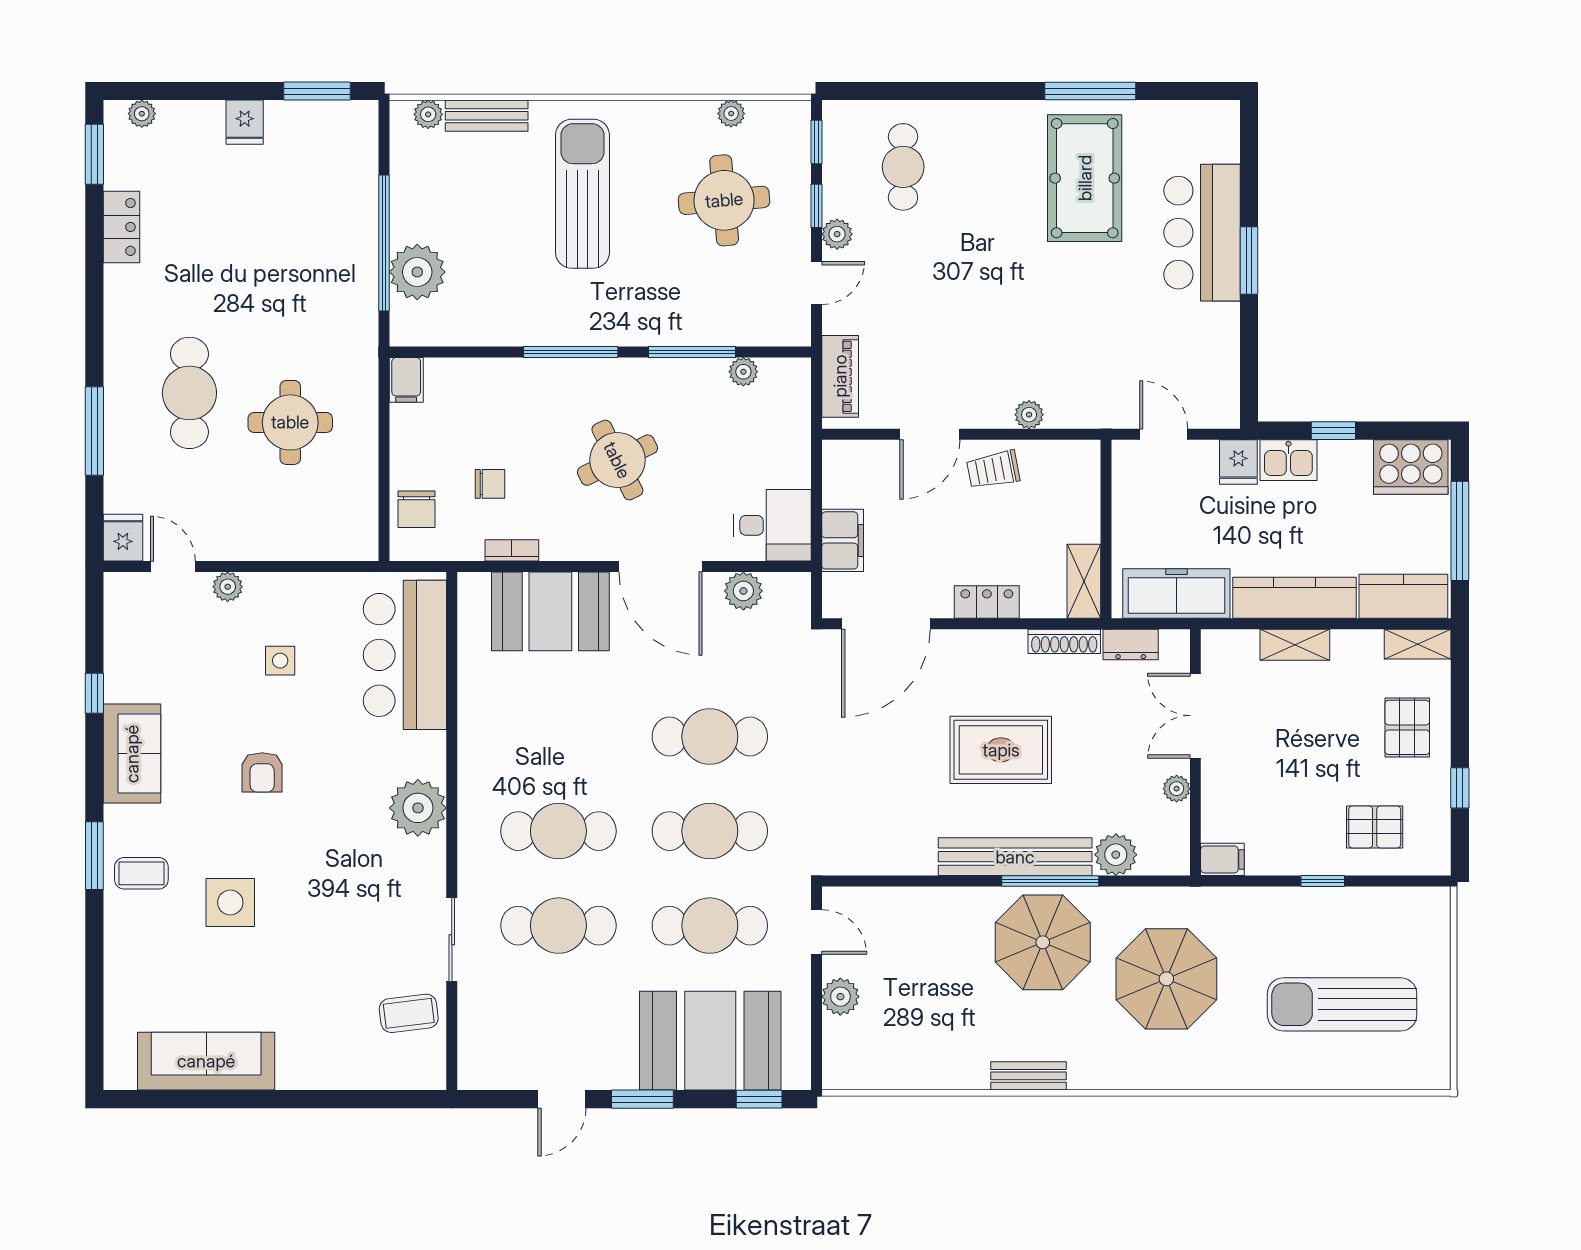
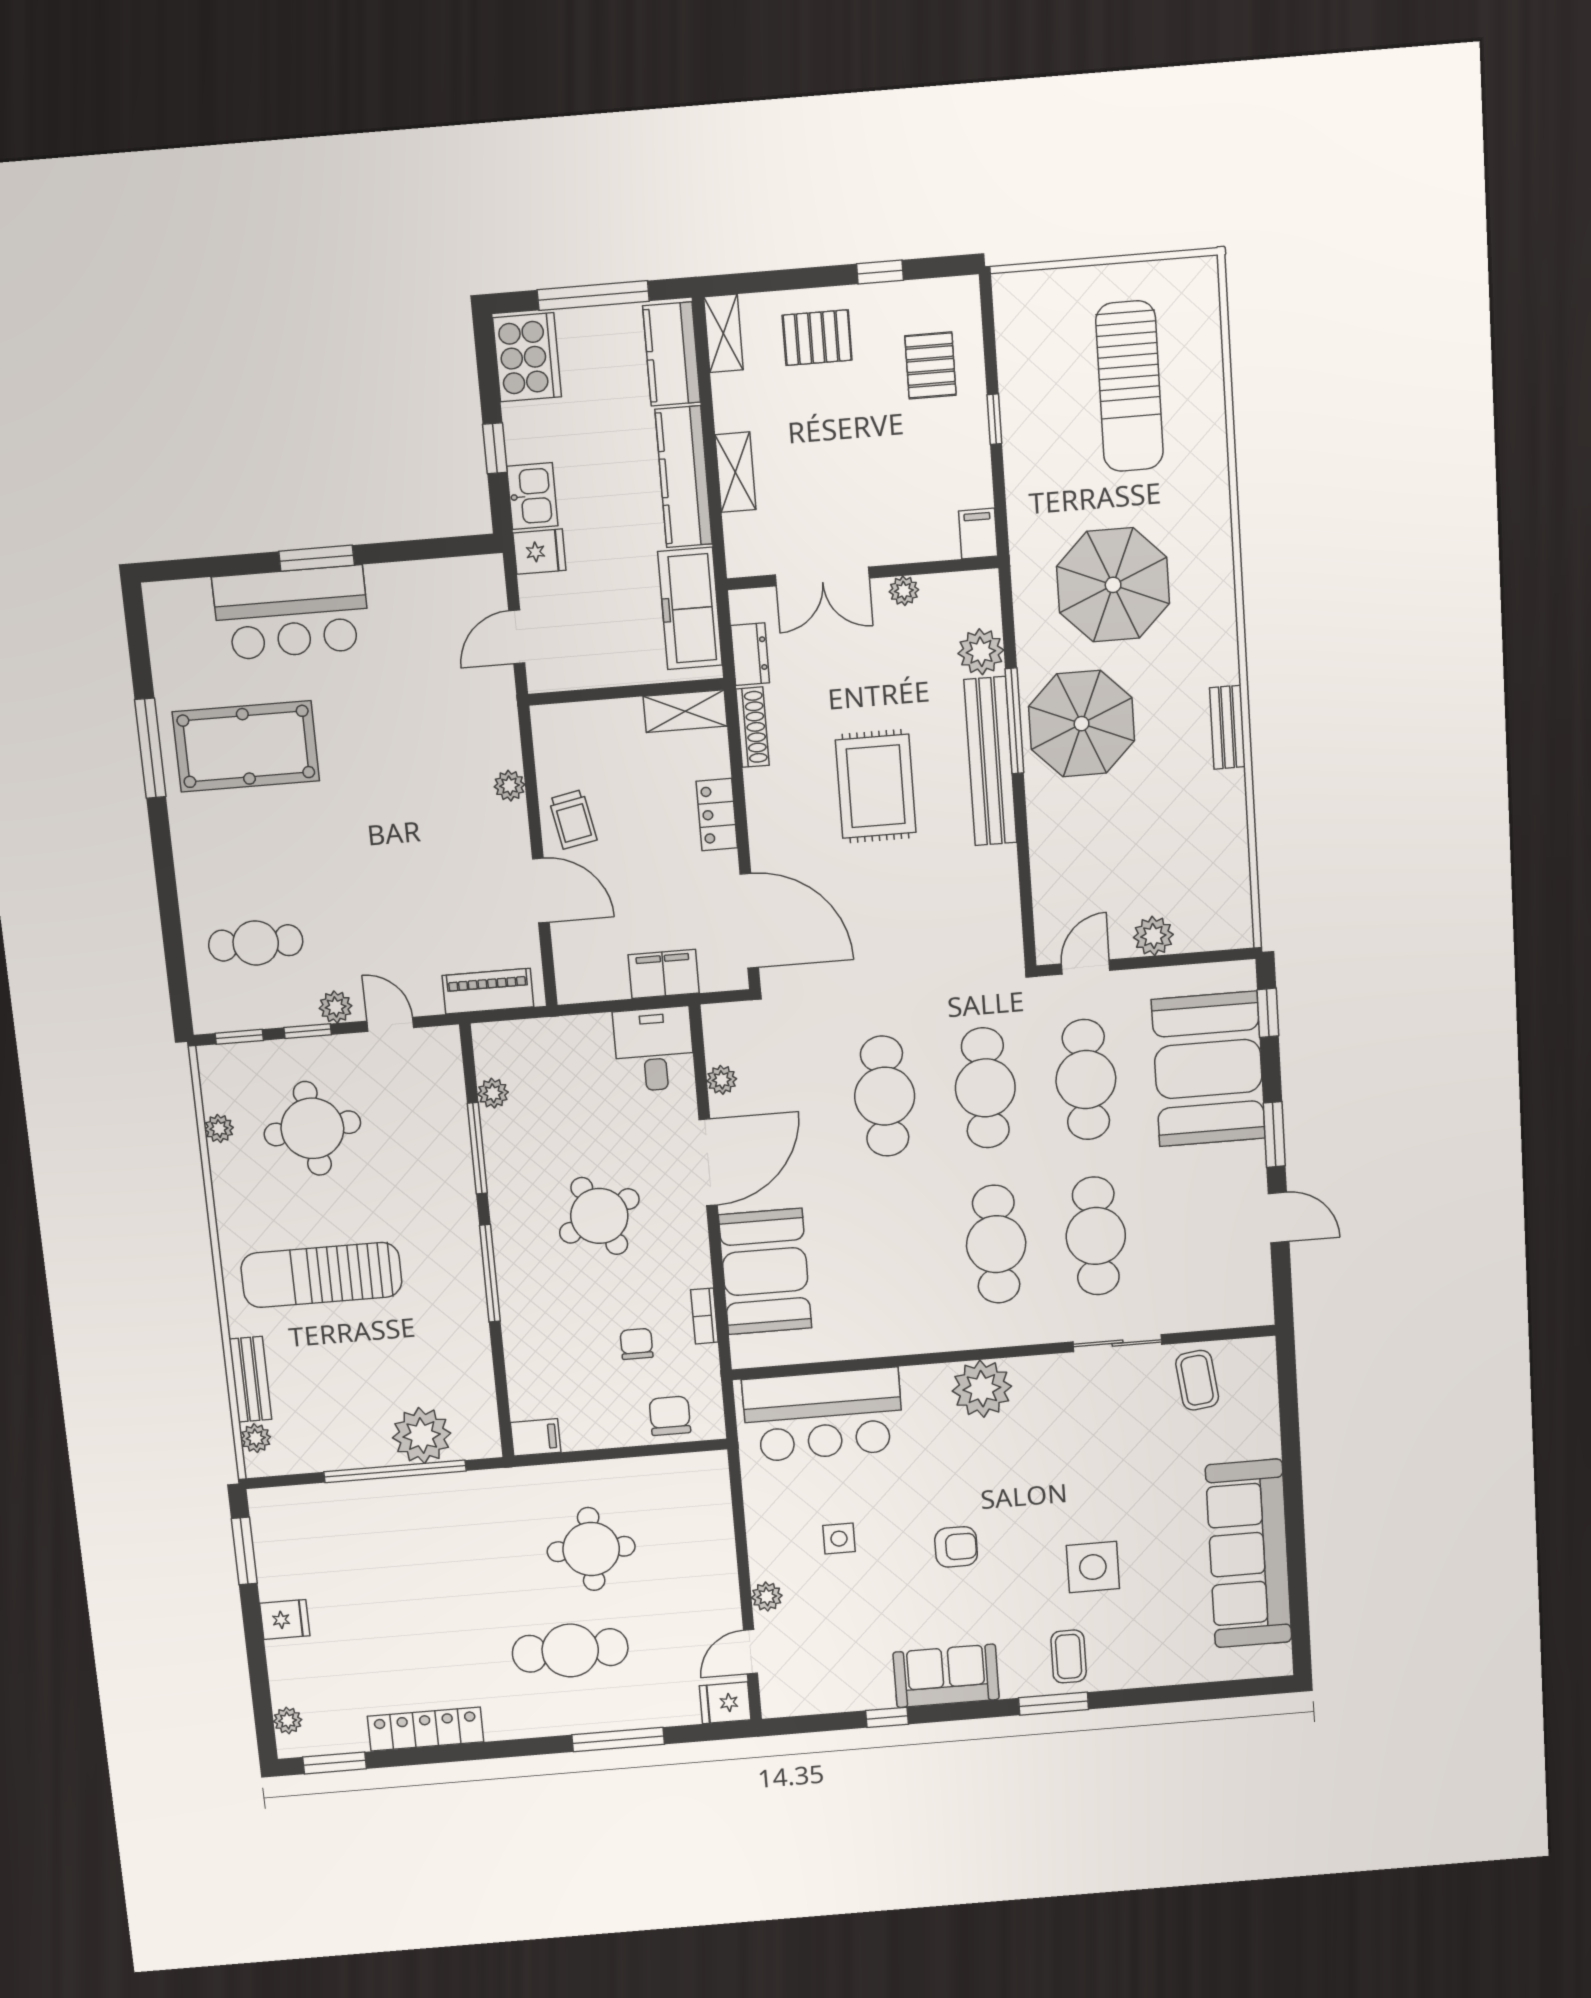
locker: (121, 227) -> (426, 1729), width x1.53
chair: (417, 509) -> (670, 1416), turned -90
plant: (743, 591) -> (722, 1080), width x0.73, depth x0.73
sofa: (206, 1061) -> (1249, 1554), width x1.36, depth x1.27

